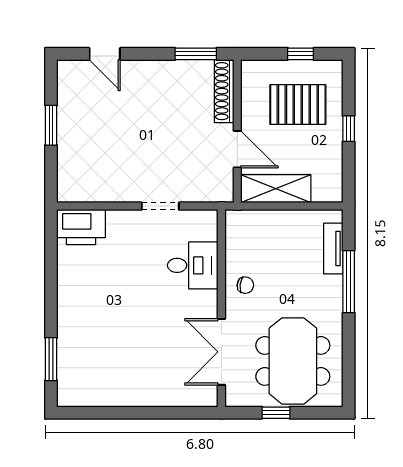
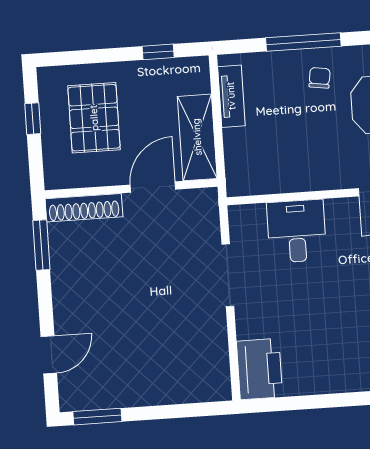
window: (51, 125) -> (97, 417), moved
window: (349, 129) -> (158, 52), moved
doorway: (160, 206) -> (228, 275), width x1.38
tv unit: (333, 249) -> (231, 96), moved, turned -90
chair: (245, 285) -> (320, 78), moved

